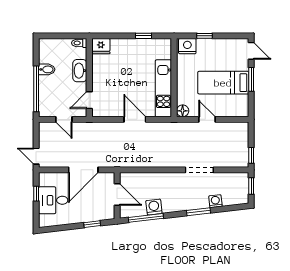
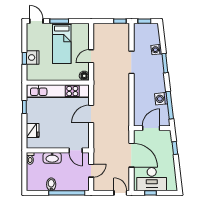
fridge: (101, 46) -> (33, 131), moved
nightstand: (187, 46) -> (33, 58), moved
door: (251, 51) -> (36, 21), hinge flipped
kitchen unit: (163, 88) -> (58, 91), width x1.36
door: (36, 156) -> (120, 193), swing flipped
desk: (53, 200) -> (152, 179), width x1.37

